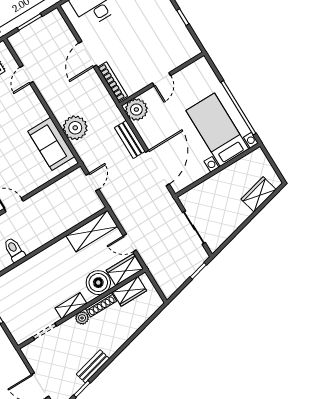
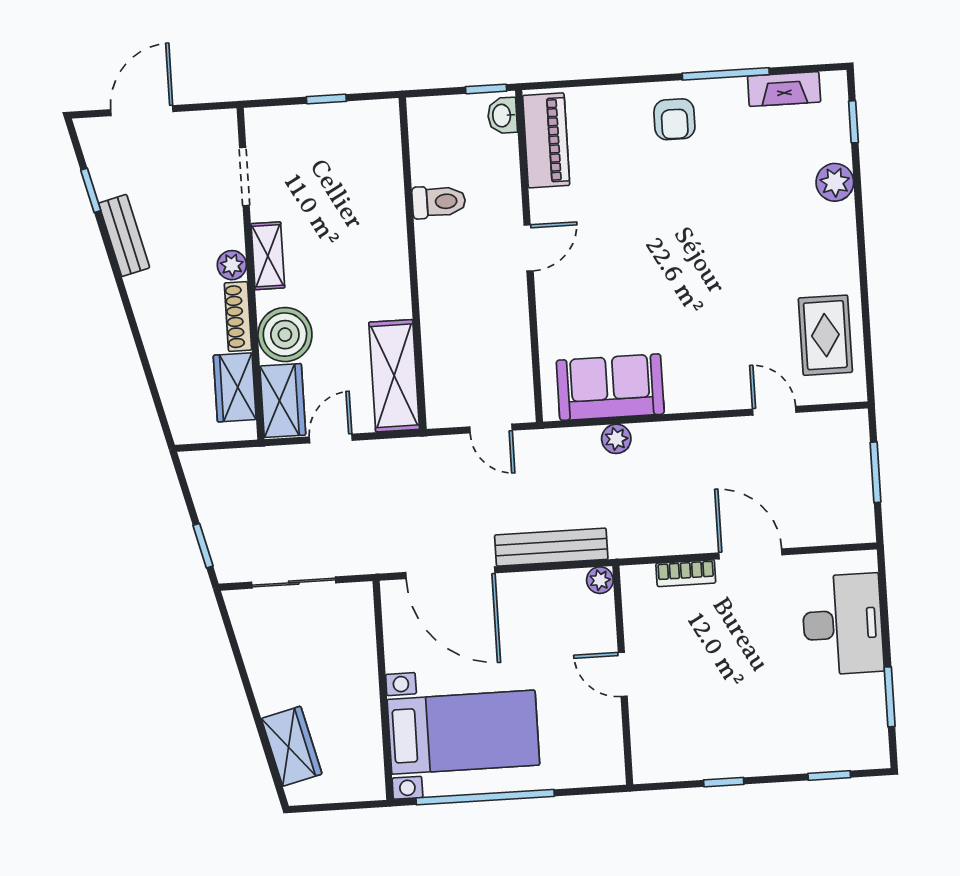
bookcase: (112, 82) -> (686, 573), width x0.64
plant: (136, 109) -> (600, 580), width x0.53, depth x0.53
plant: (75, 128) -> (616, 439), width x0.53, depth x0.53
bench: (130, 139) -> (551, 547), width x1.36

